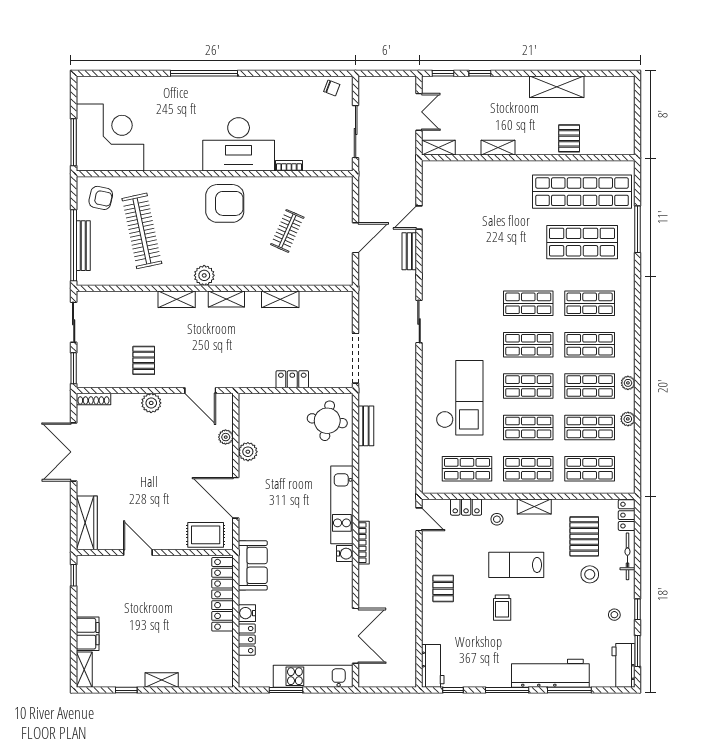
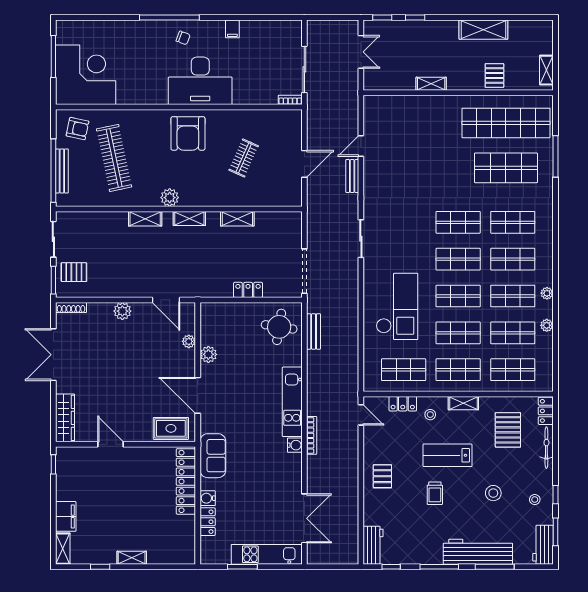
filing cabinet: (275, 86) -> (232, 29), added
chair: (332, 88) -> (183, 38), moved
window: (74, 142) -> (53, 57), moved
shelving: (438, 148) -> (546, 70), moved, turned 90
bookcase: (289, 166) -> (290, 100), moved
armchair: (225, 203) -> (188, 133), turned 90
pallet: (144, 360) -> (74, 272), moved, turned 90
stool: (590, 574) -> (493, 493), moved

